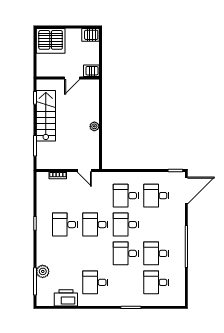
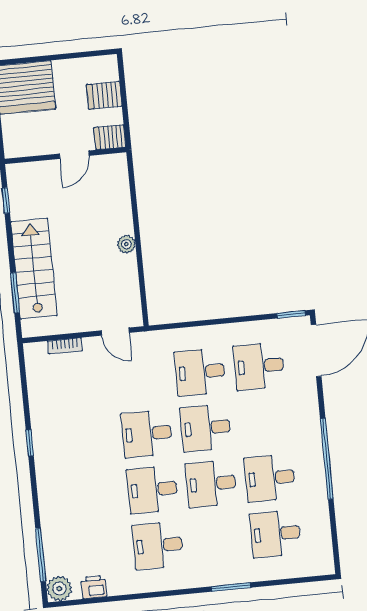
server rack: (91, 35) -> (104, 95), moved
stairs: (46, 116) -> (34, 269), moved
desk: (65, 225) -> (152, 490), moved
plant: (43, 271) -> (59, 589), moved
printer: (66, 298) -> (94, 587), width x0.53, depth x0.68

